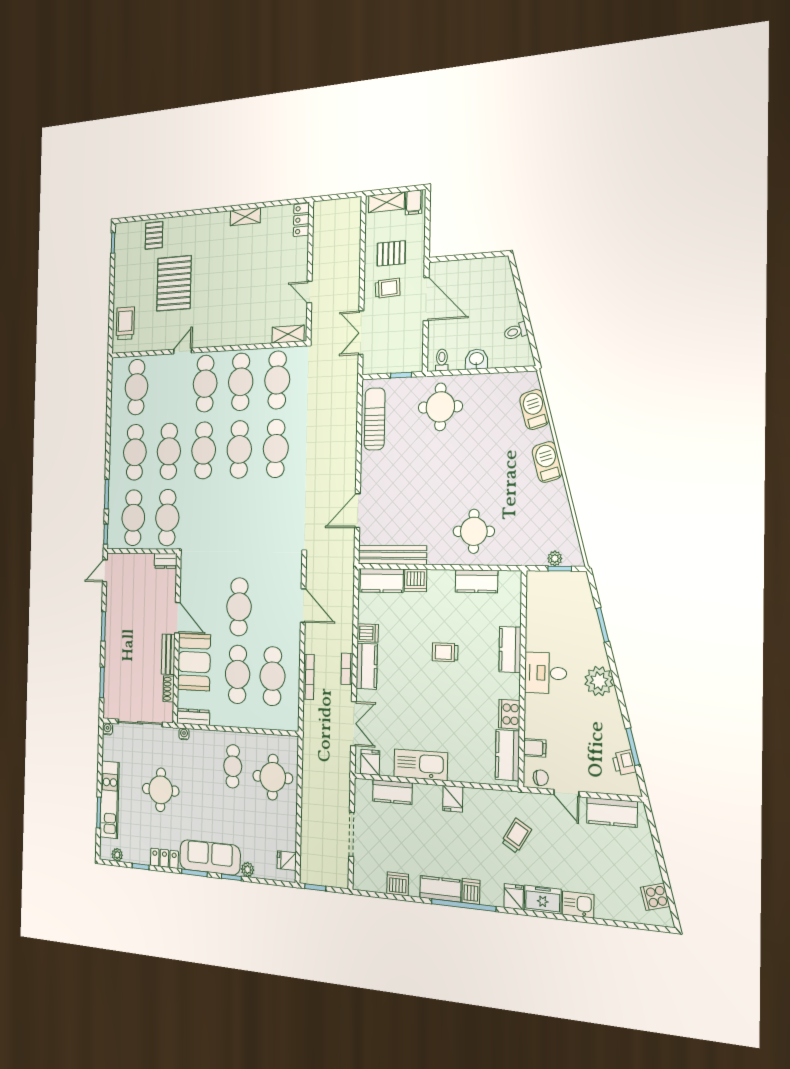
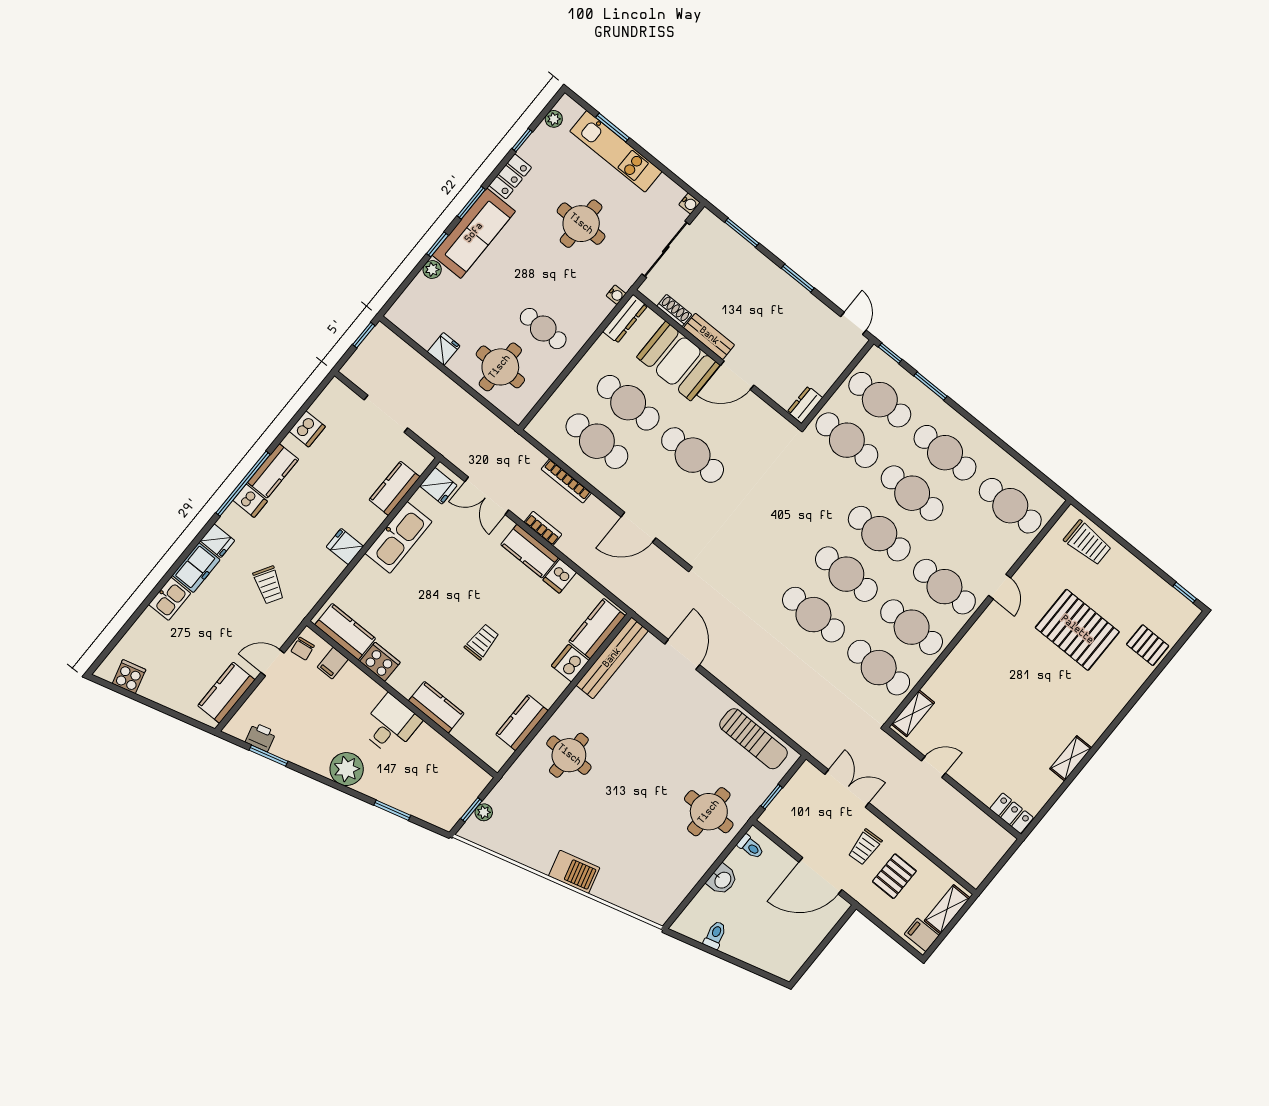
barbecue: (534, 410) -> (630, 897), removed
fridge: (287, 861) -> (444, 349), moved

